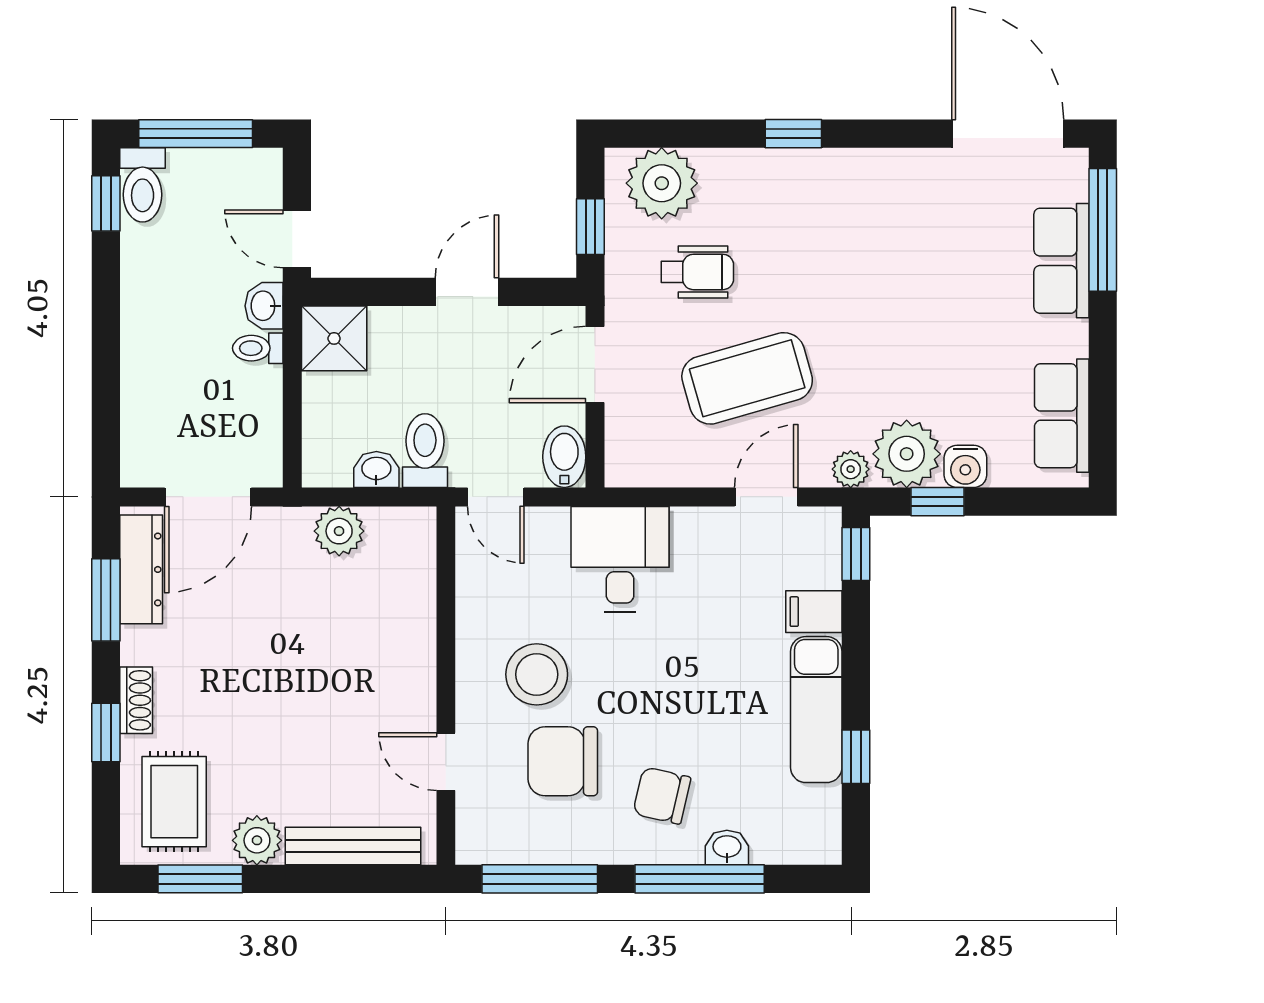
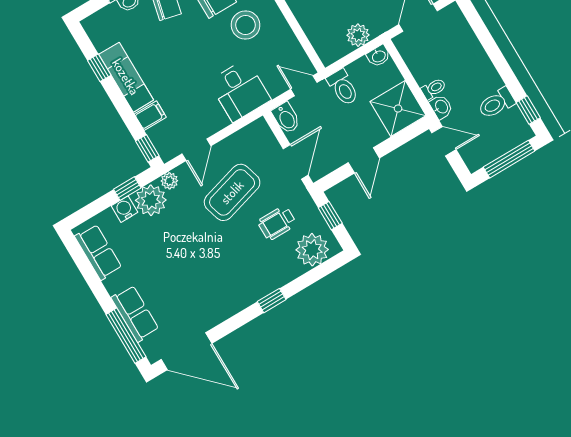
toilet: (143, 185) -> (496, 103), moved, turned -90
shower: (334, 338) -> (398, 109), width x1.36, depth x1.36
washbasin: (376, 469) -> (379, 56), moved

